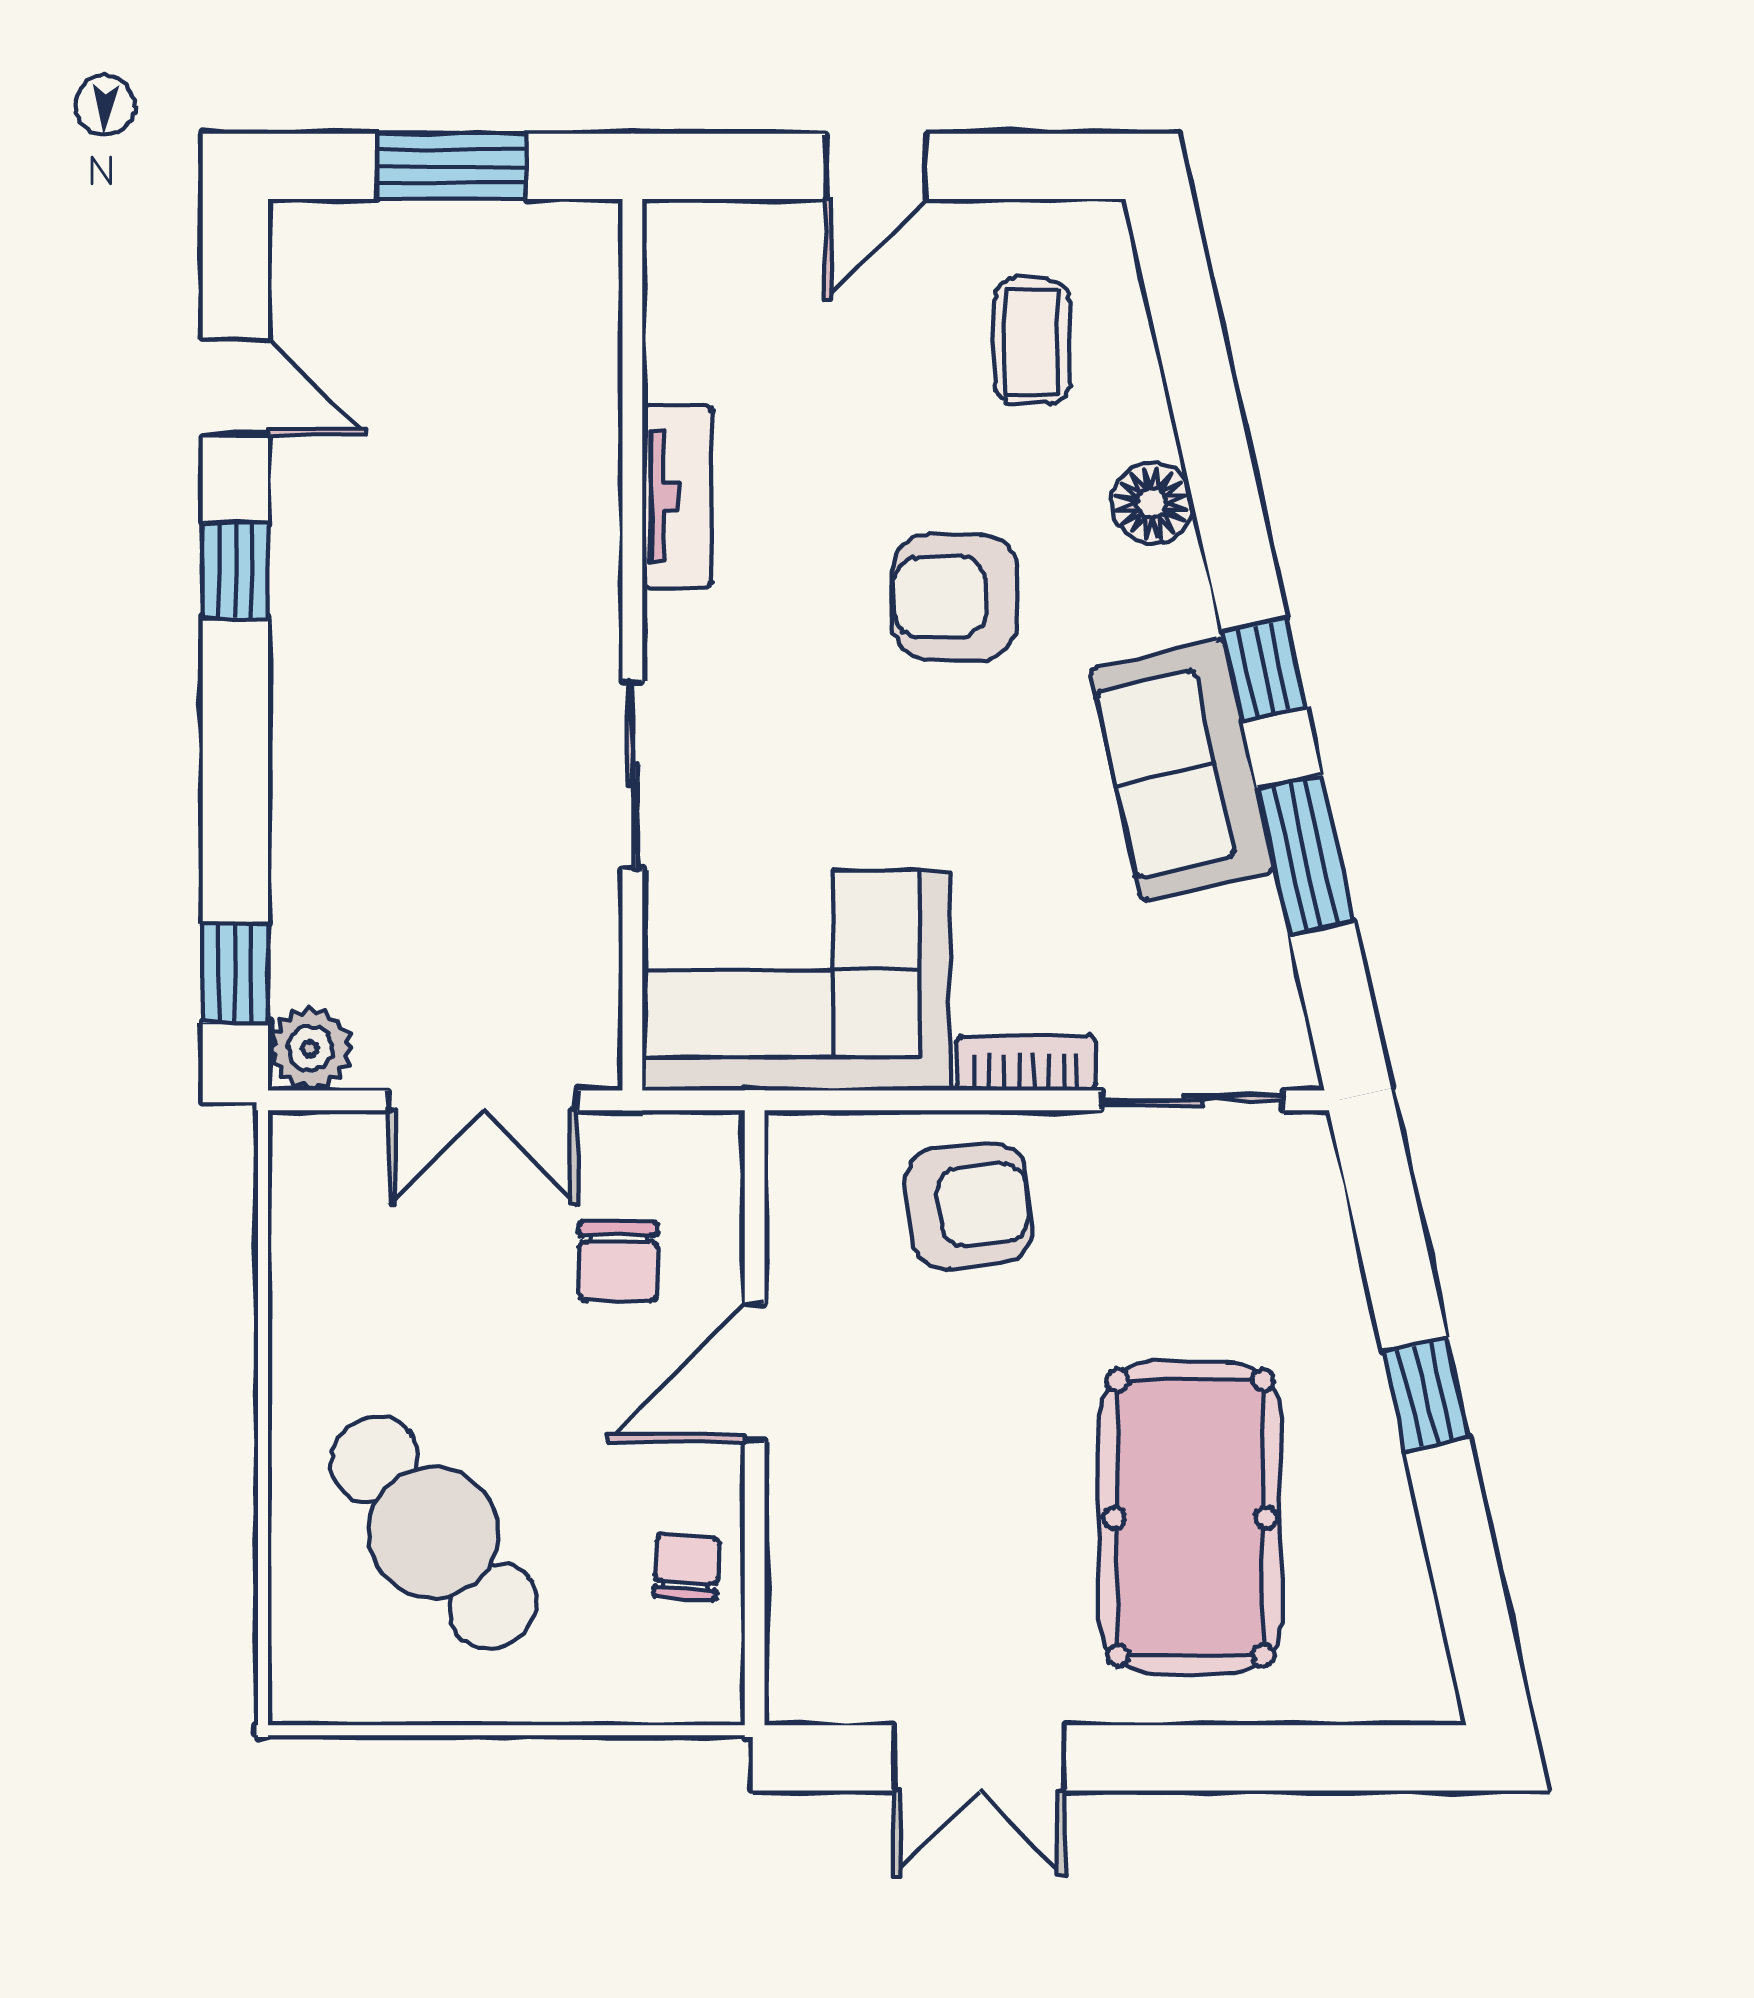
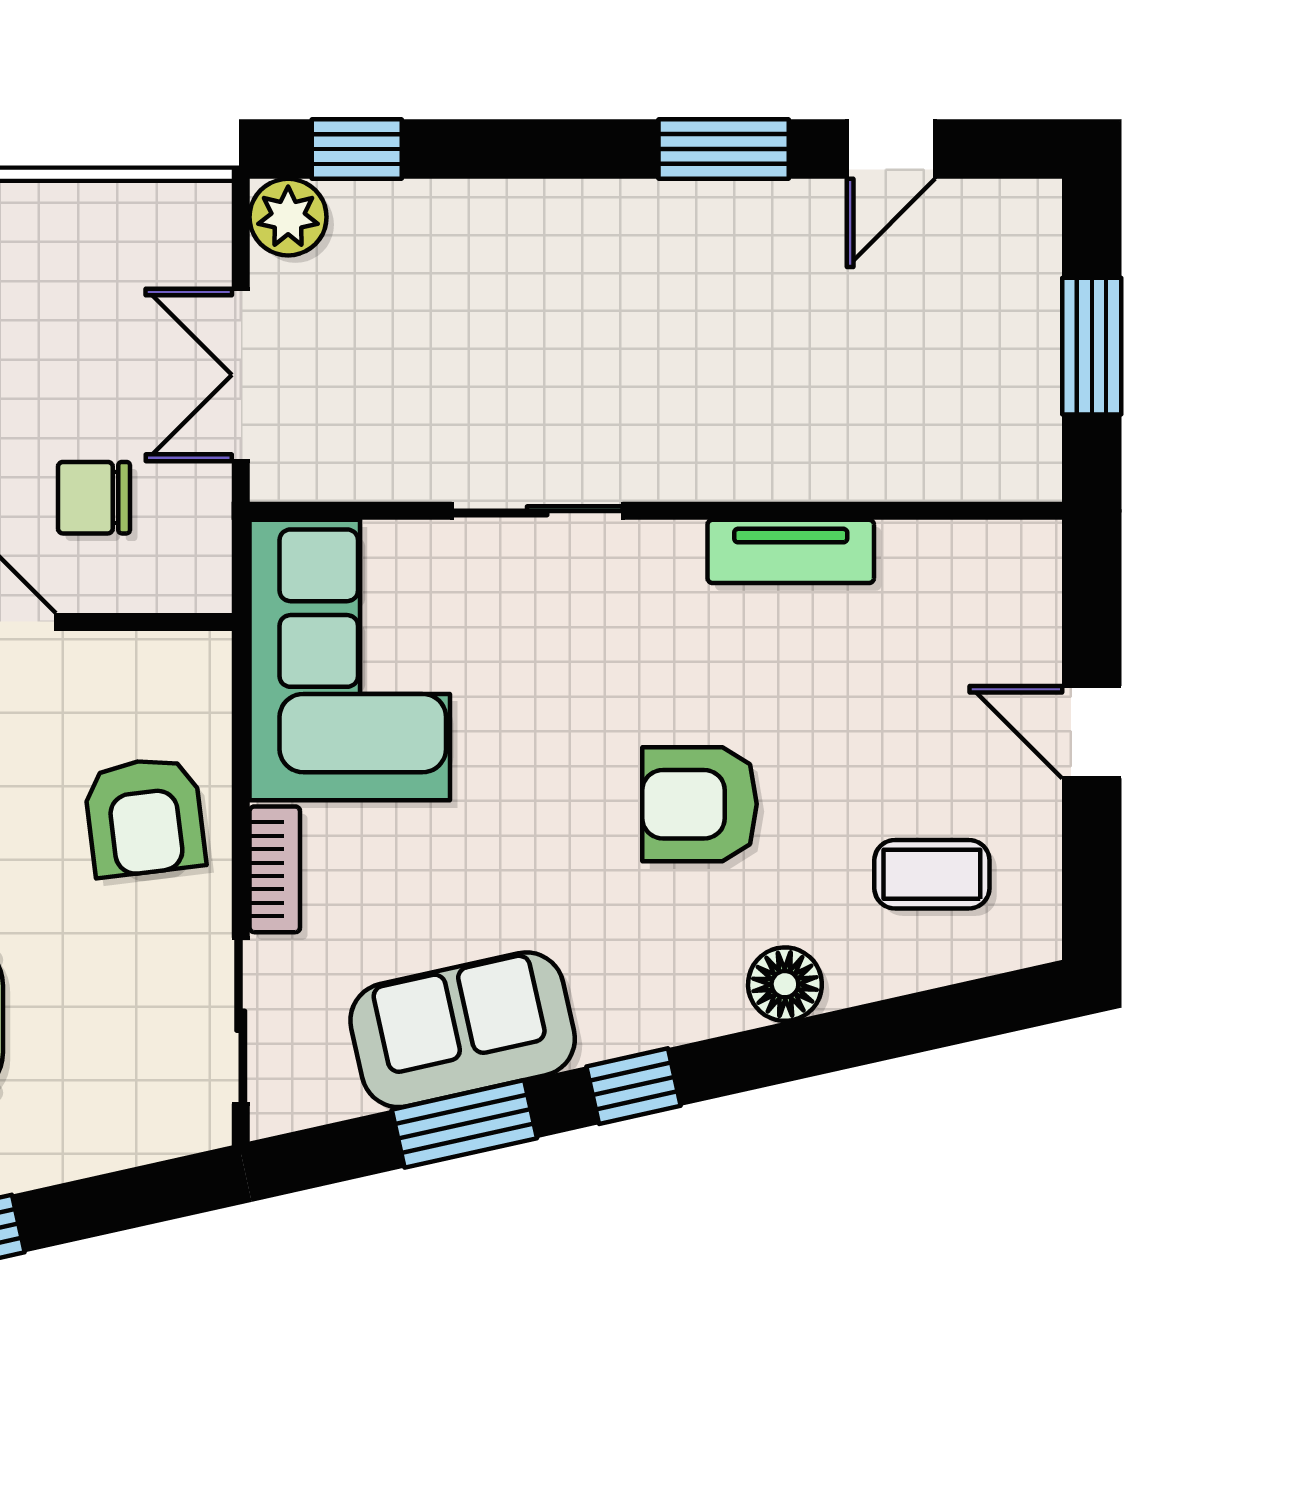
window: (235, 570) -> (724, 149), width x1.50
armchair: (955, 597) -> (700, 804), turned -90
sofa: (1183, 770) -> (463, 1030), moved

